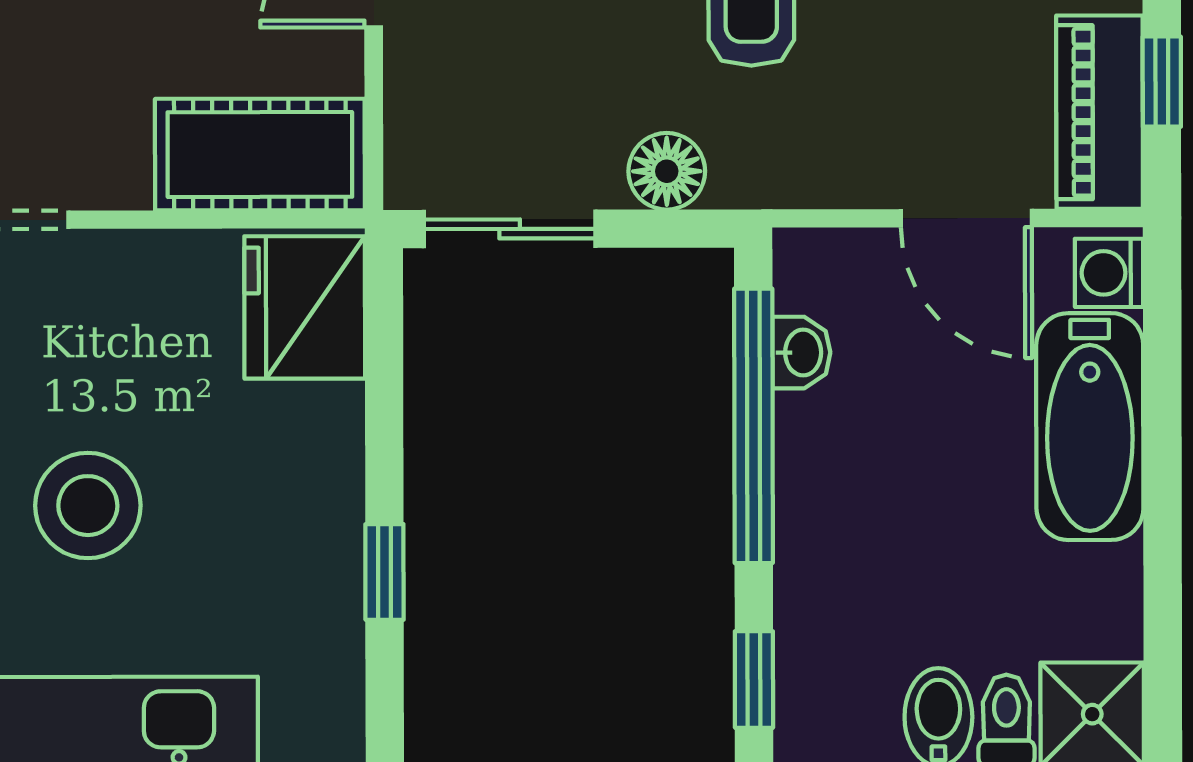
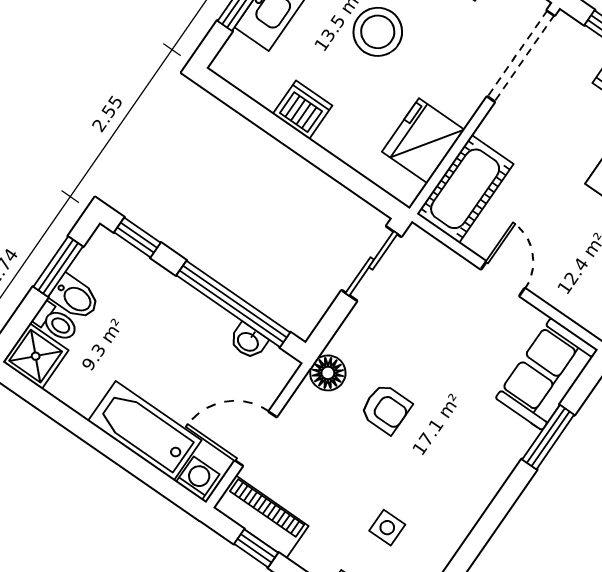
floor lamp: (667, 171) -> (328, 373), moved
fridge: (305, 307) -> (423, 141), moved, turned -90
dishwasher: (320, 543) -> (303, 110), added
window: (384, 572) -> (275, 126), removed

